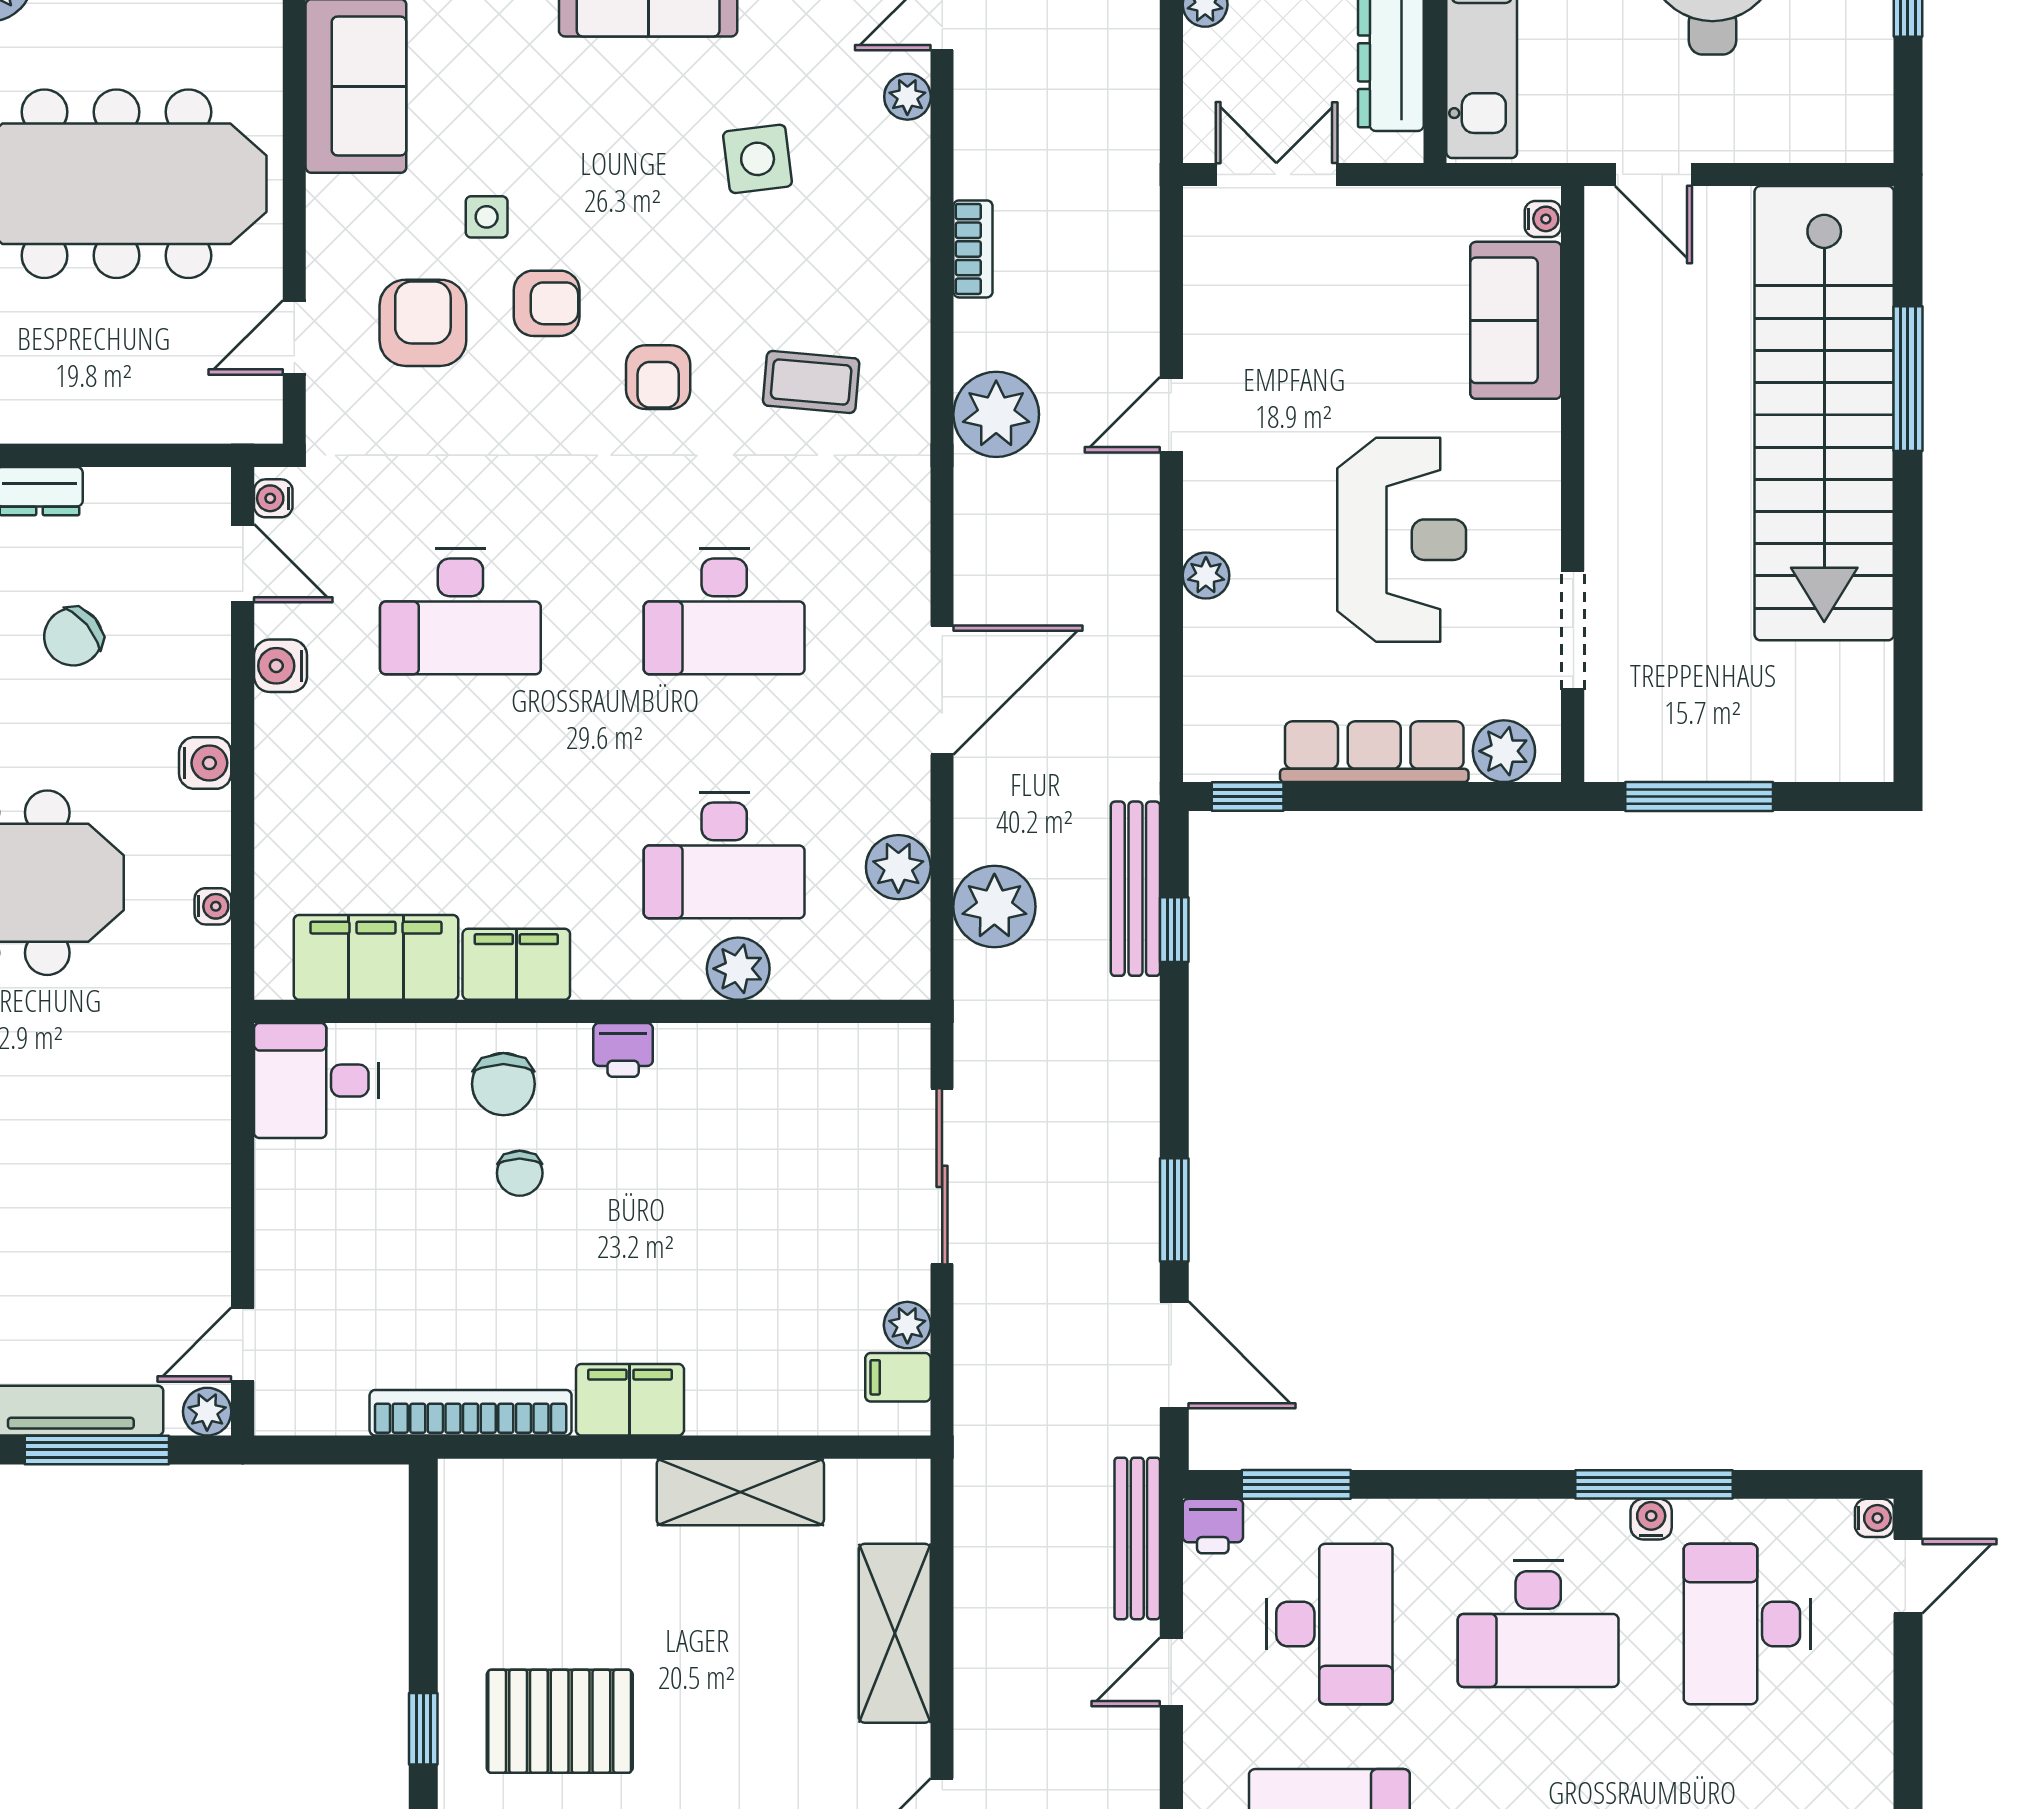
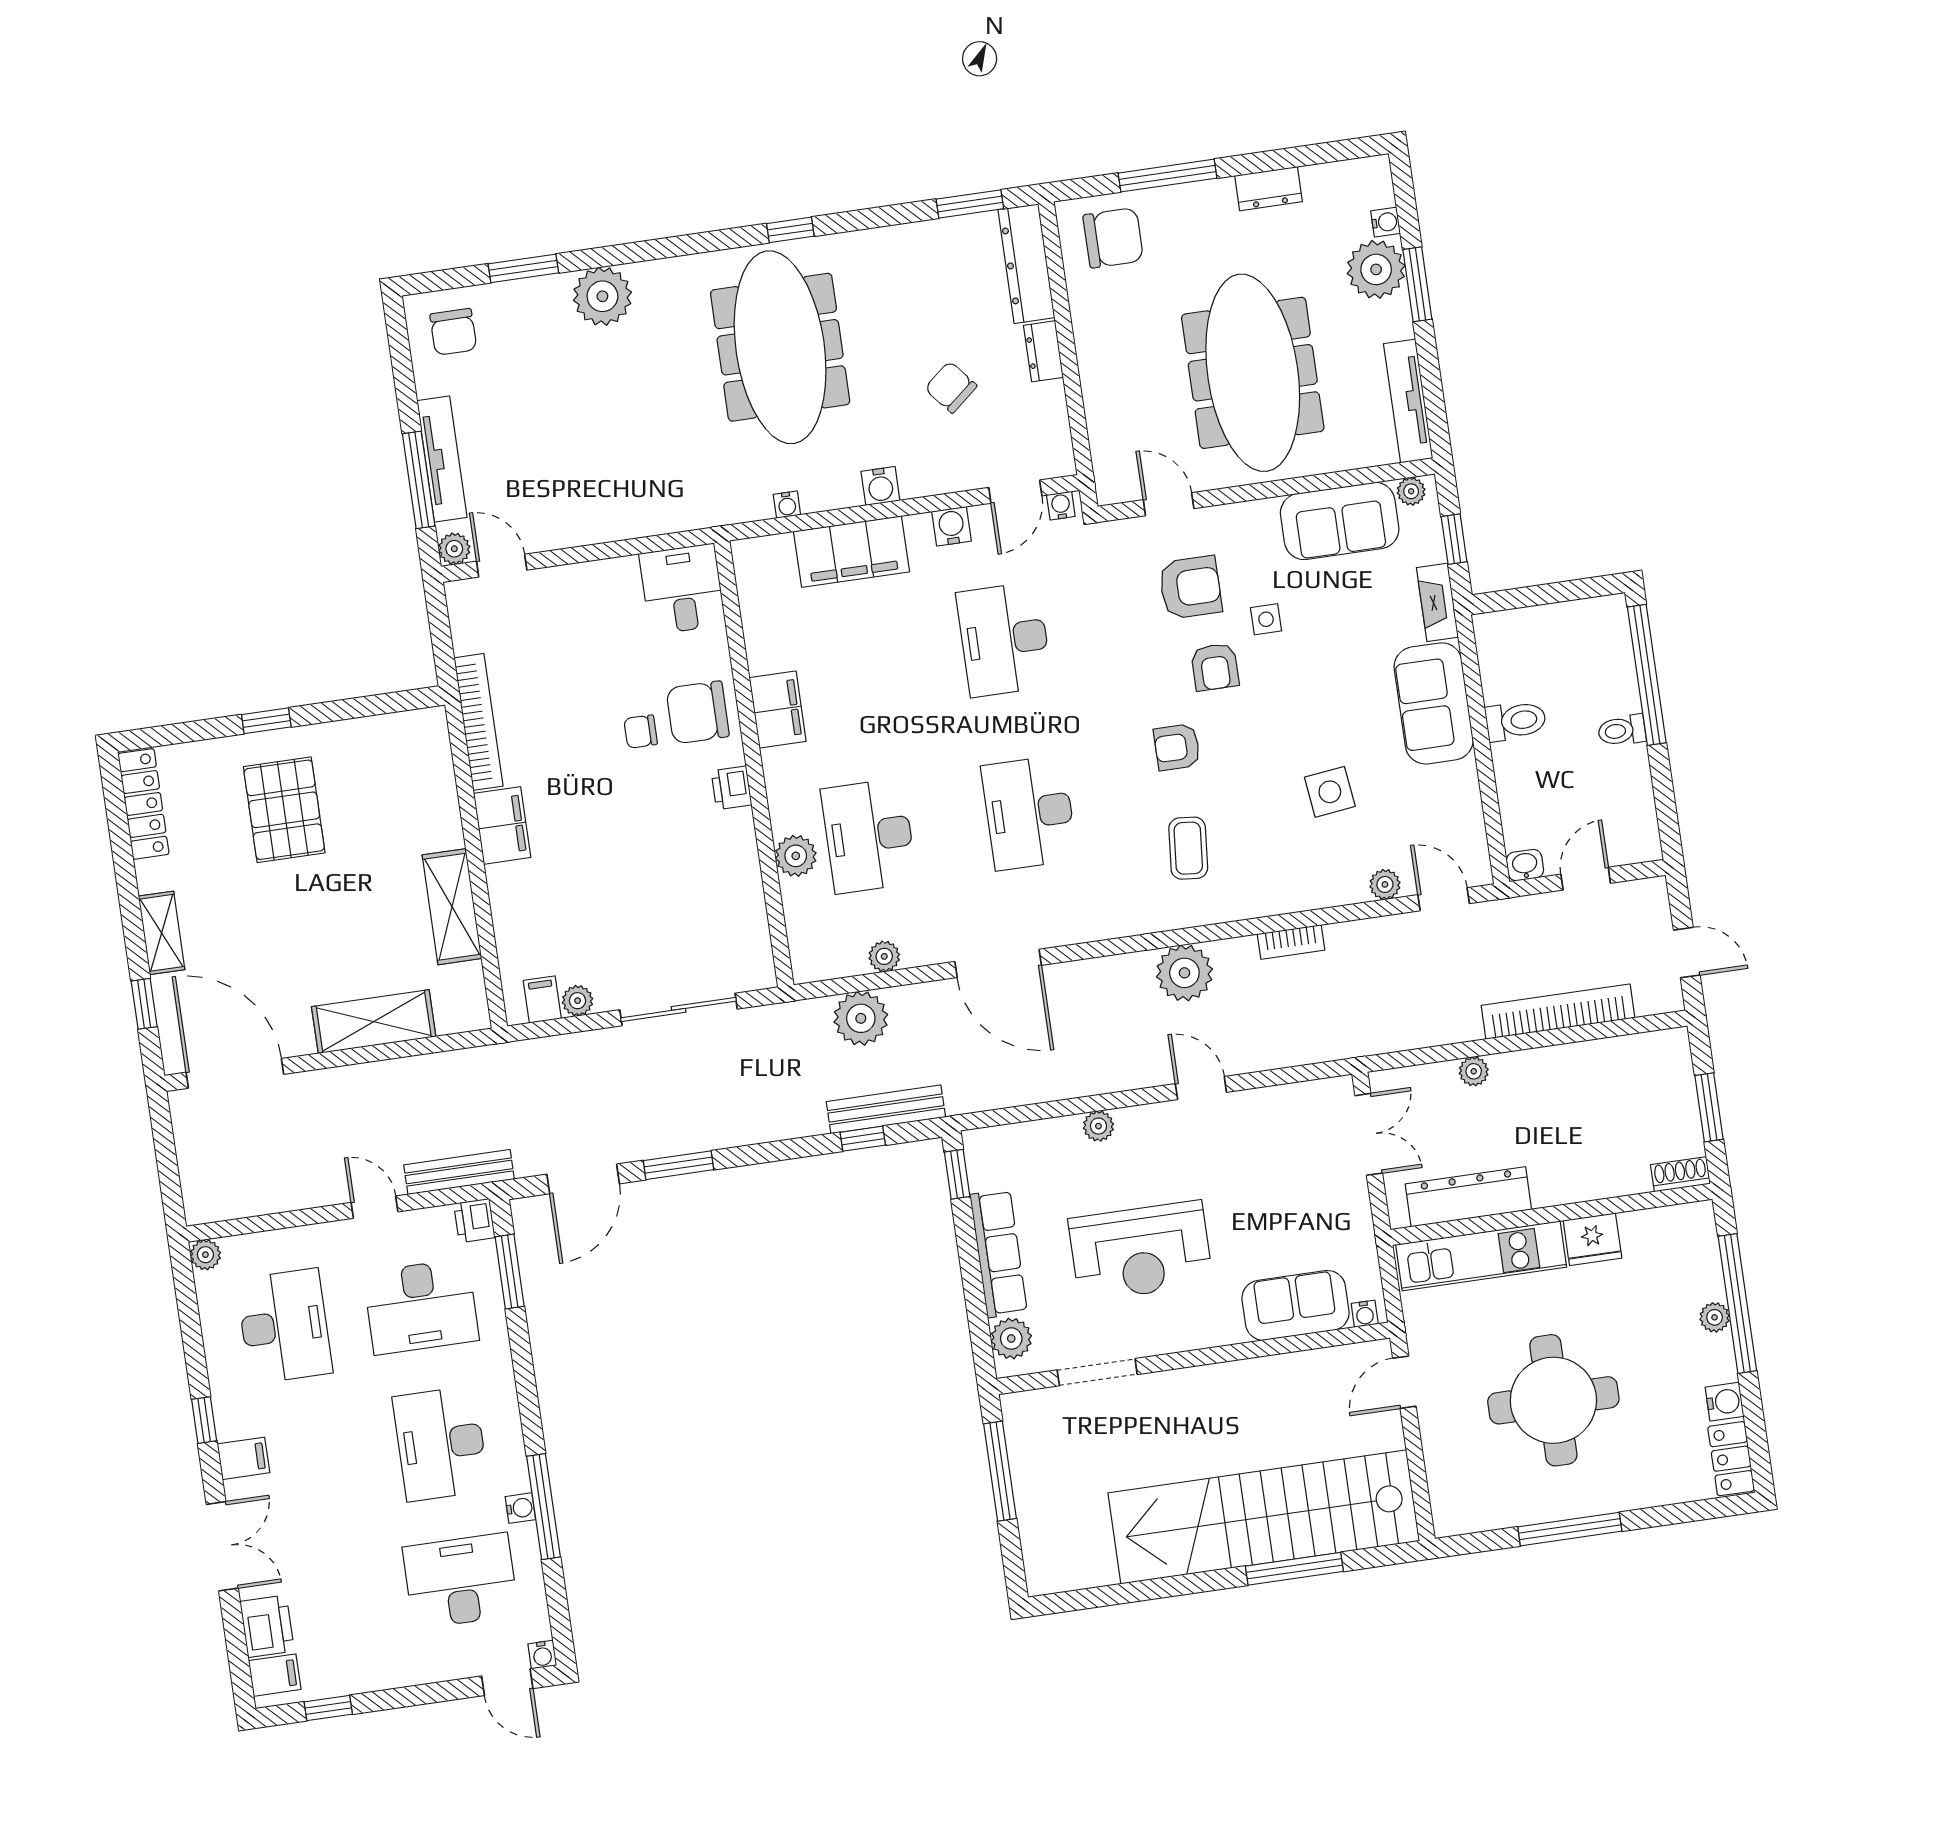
plant: (898, 867) -> (884, 956), width x0.73, depth x0.73
filing cabinet: (376, 957) -> (851, 552), moved, turned 90
chair: (503, 1084) -> (698, 712), width x1.37, depth x1.37

